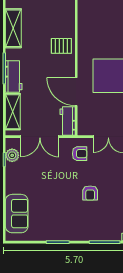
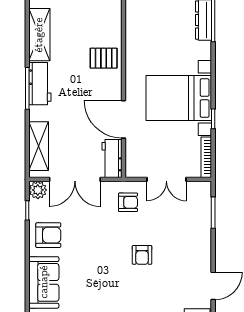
workbench: (14, 76) -> (40, 84), moved
plant: (12, 155) -> (38, 190), moved
armchair: (20, 178) -> (48, 235), added

